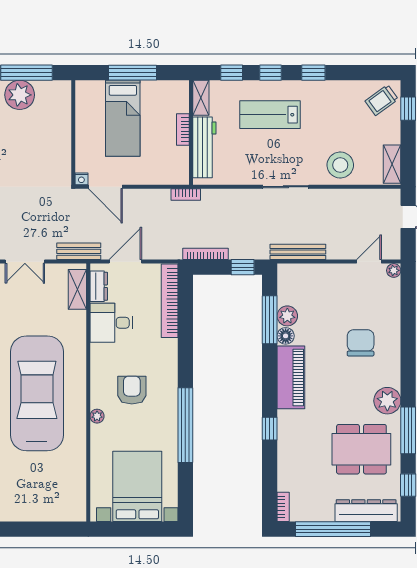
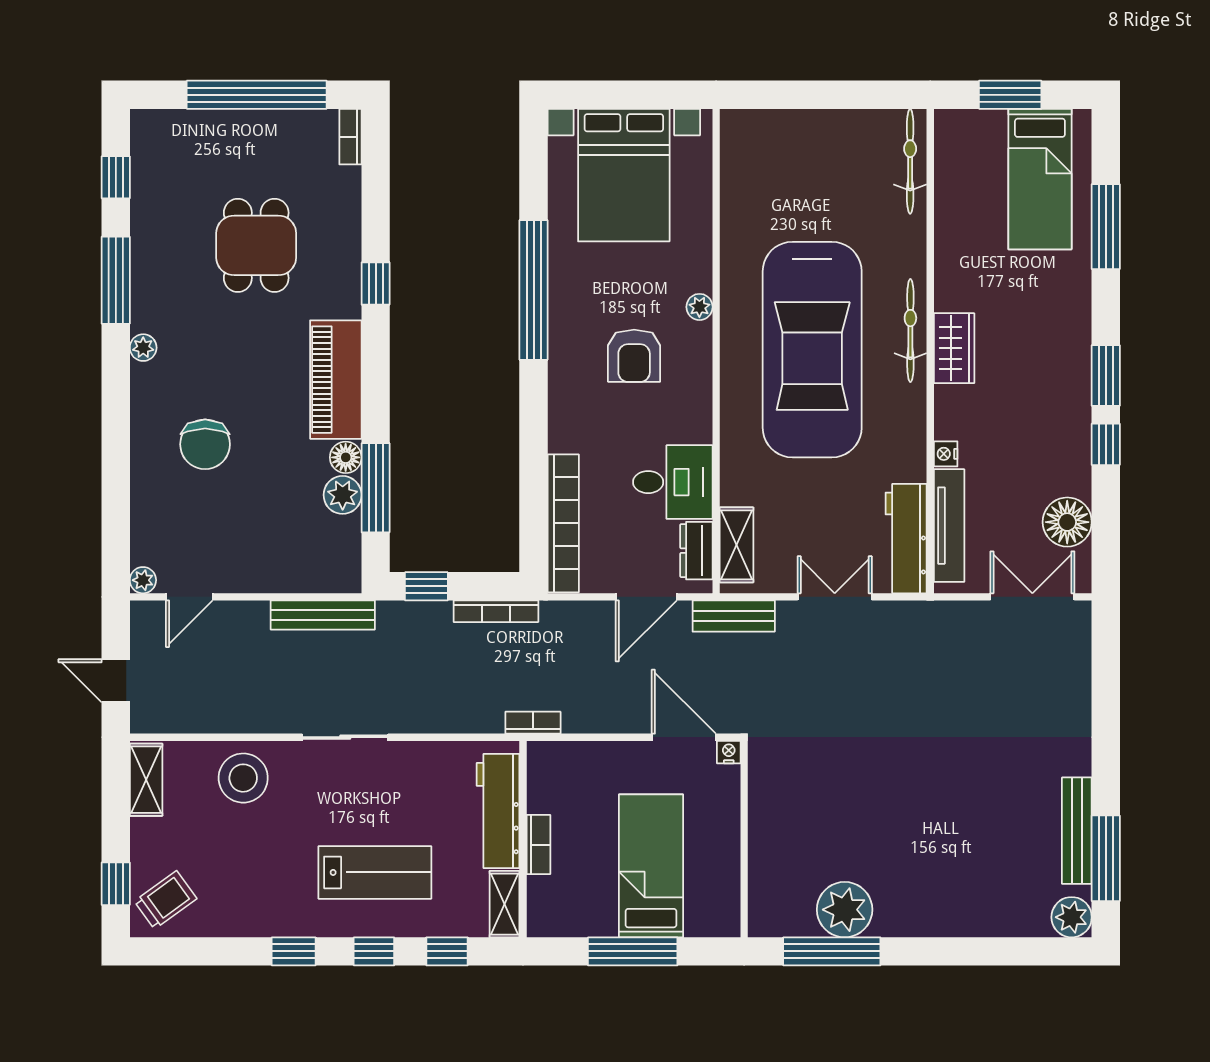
plant: (387, 401) -> (143, 348), width x0.53, depth x0.53
dining table: (361, 449) -> (256, 245), moved, width x0.73
dresser: (366, 511) -> (195, 130), removed

